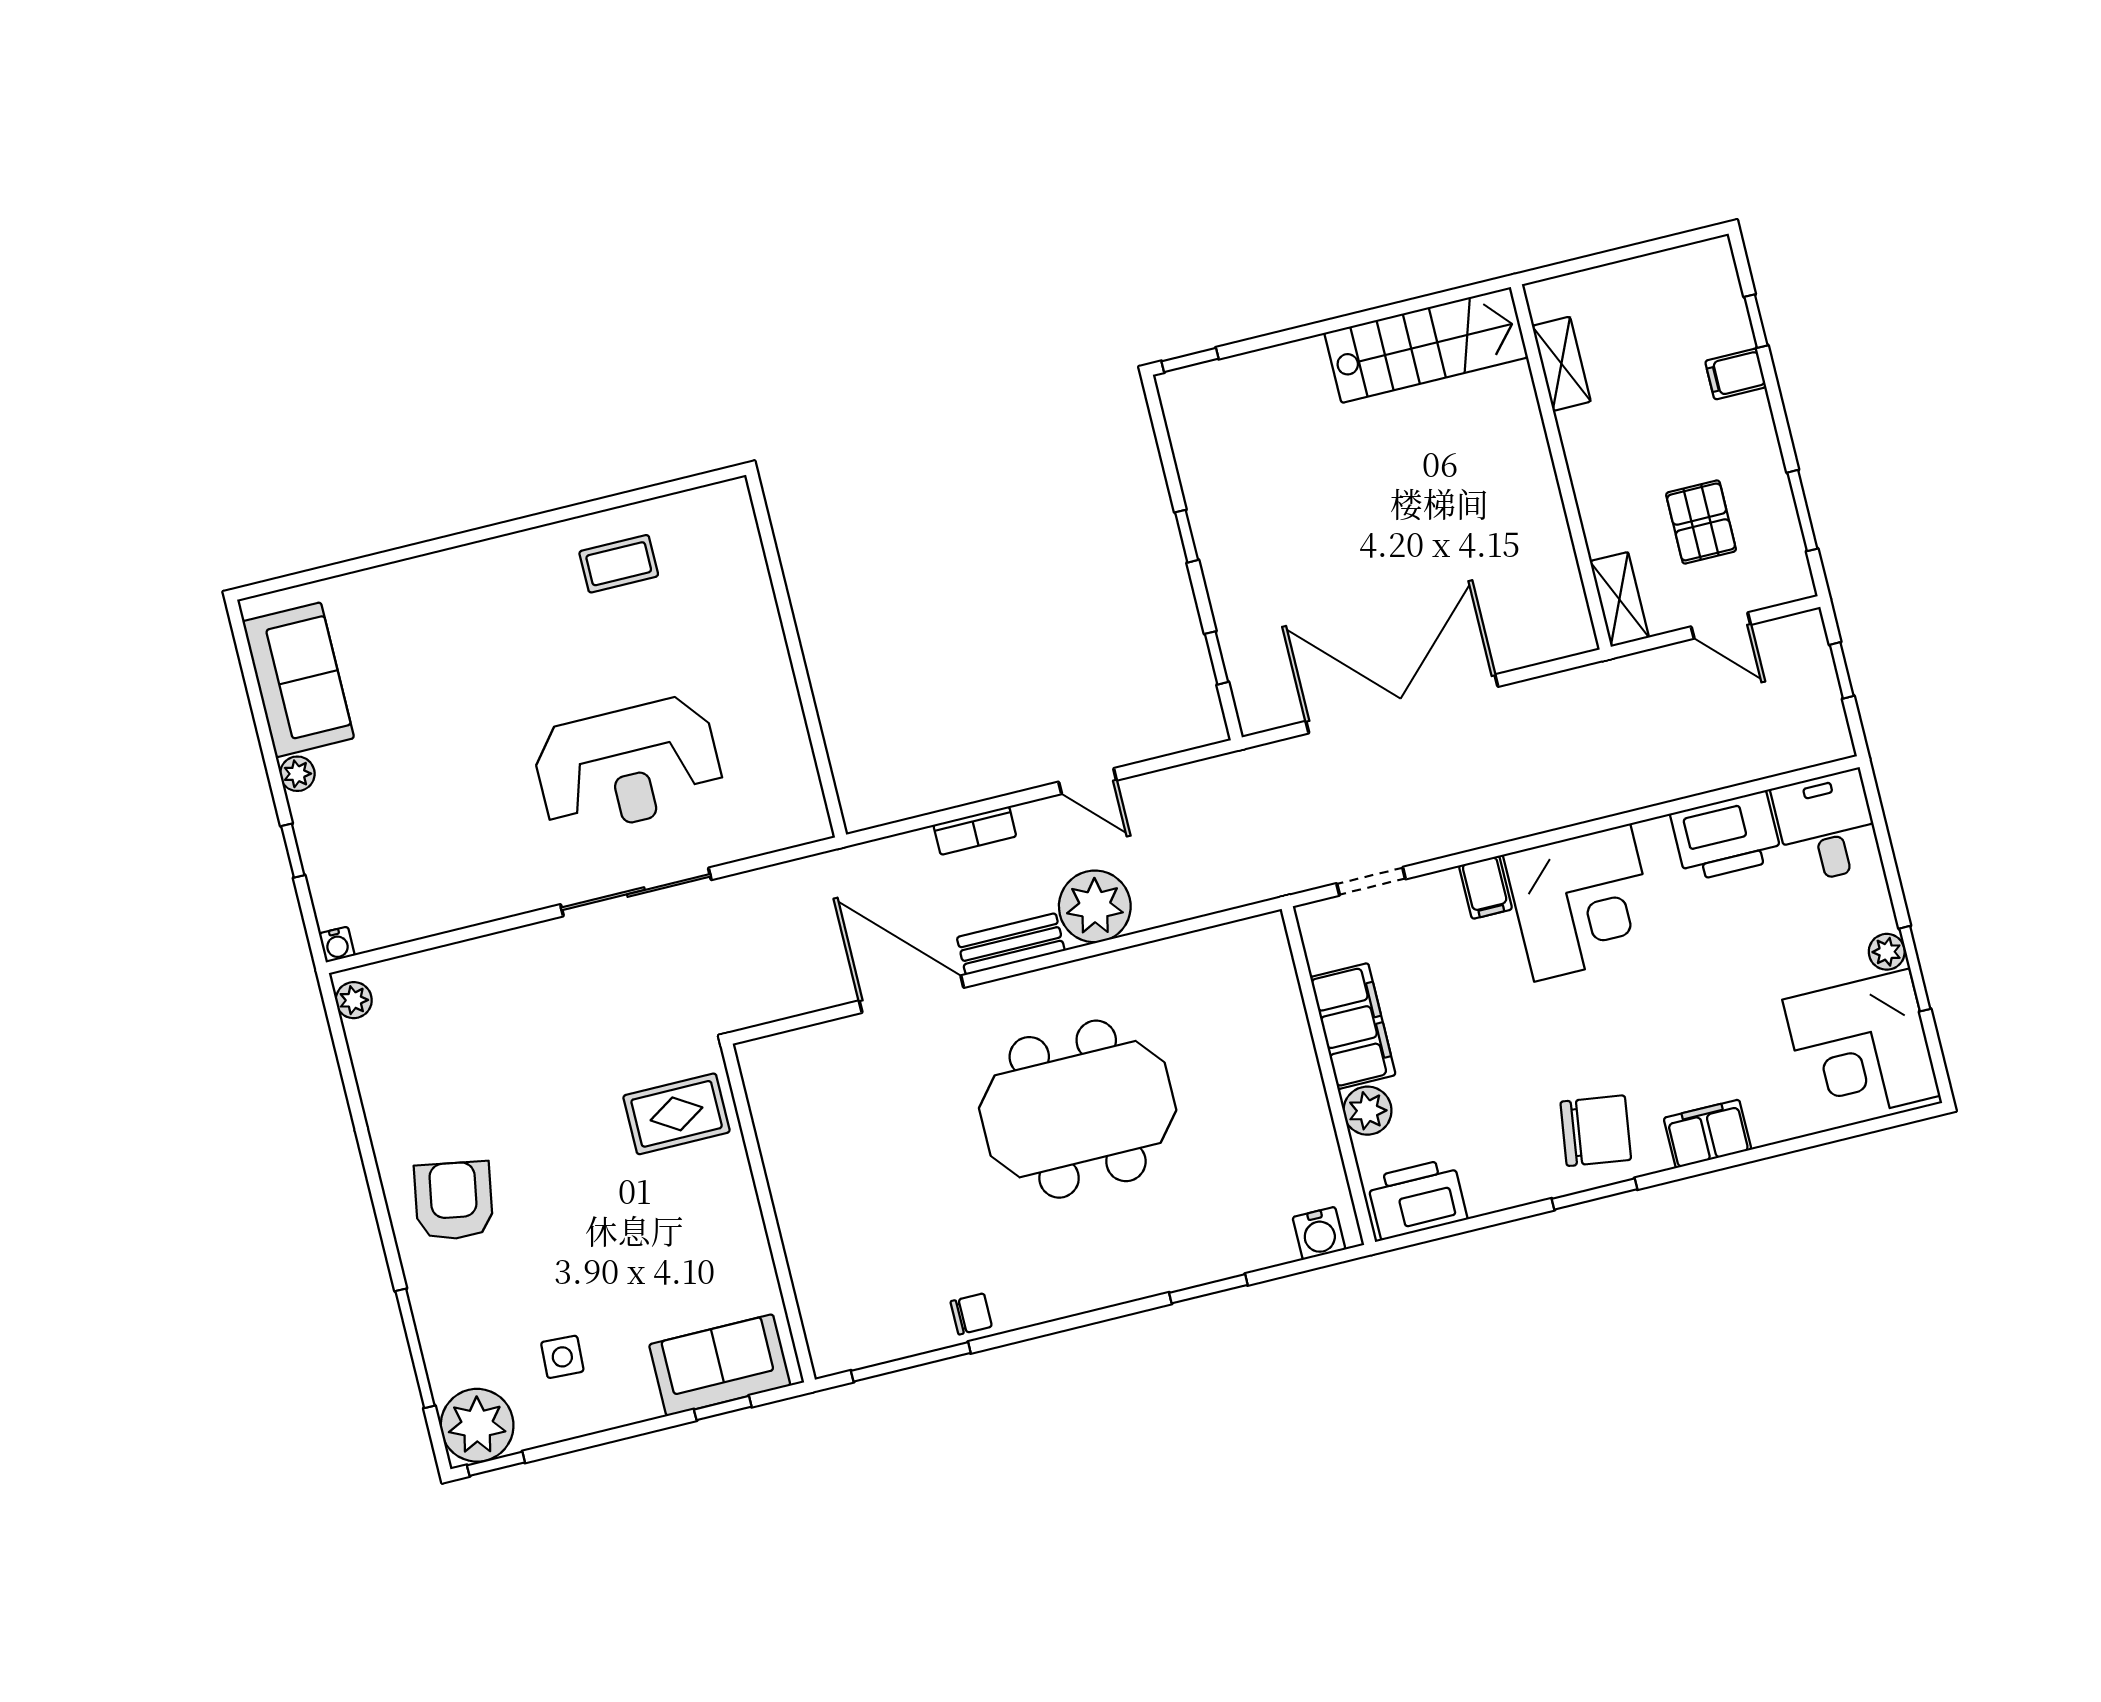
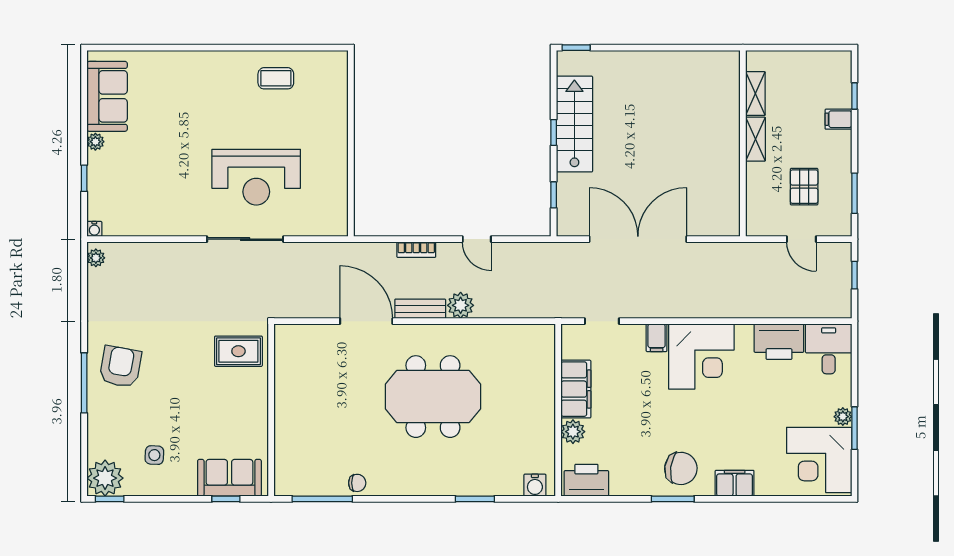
stairs: (1426, 345) -> (574, 124), moved, turned -90
shelving: (1619, 599) -> (755, 139), moved
plant: (1095, 906) -> (461, 305), width x0.73, depth x0.73
window: (415, 1348) -> (84, 383), moved

